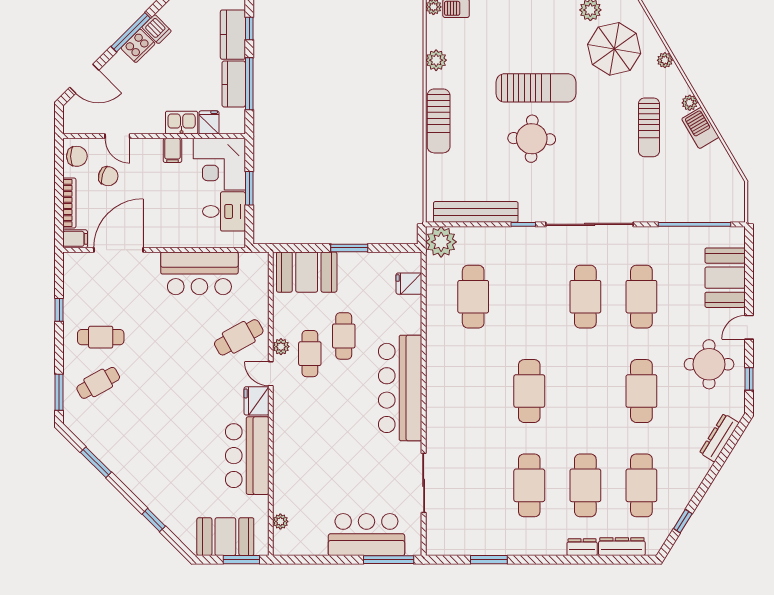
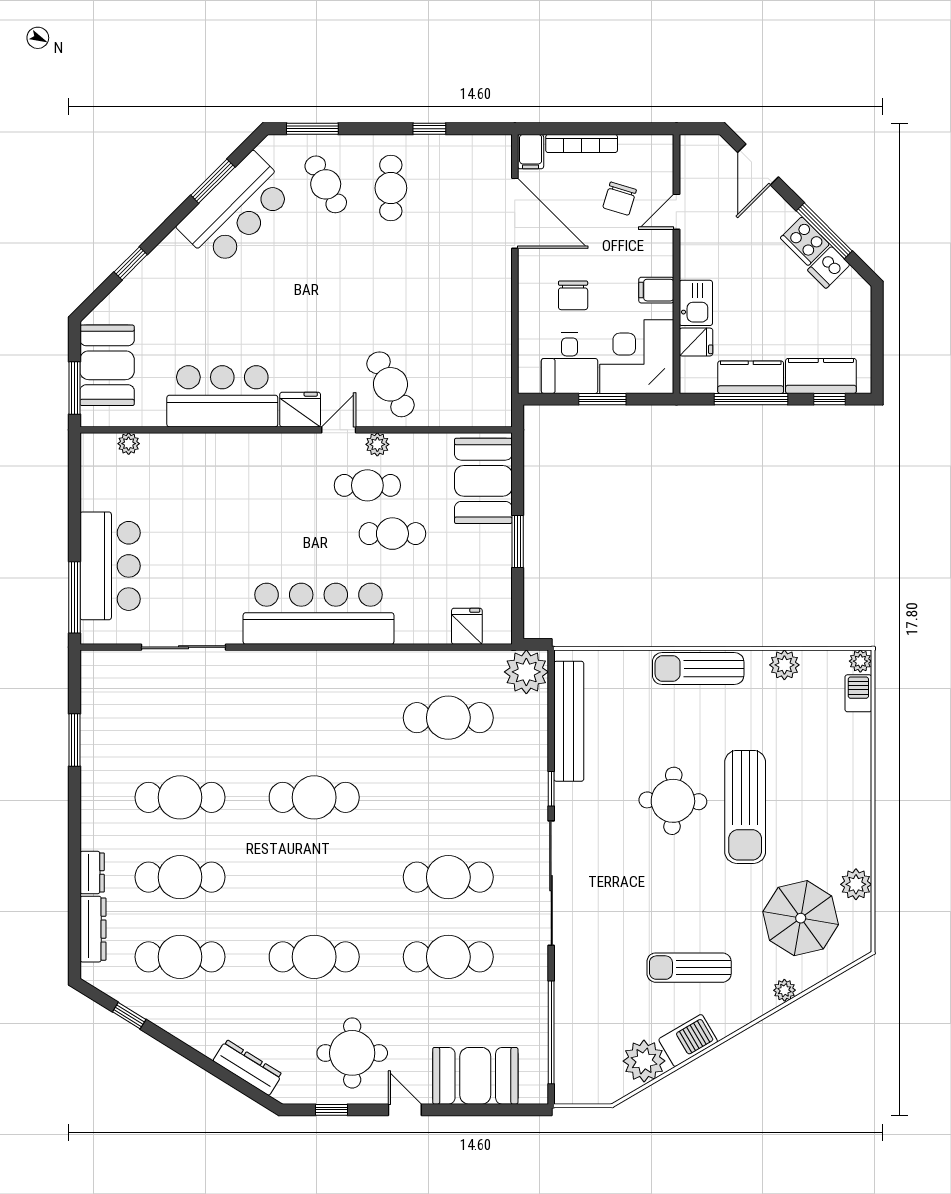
plant: (690, 103) -> (644, 1061), moved, width x1.87, depth x1.87
chair: (77, 156) -> (573, 295), moved
bar counter: (199, 273) -> (235, 210), moved, turned -135

